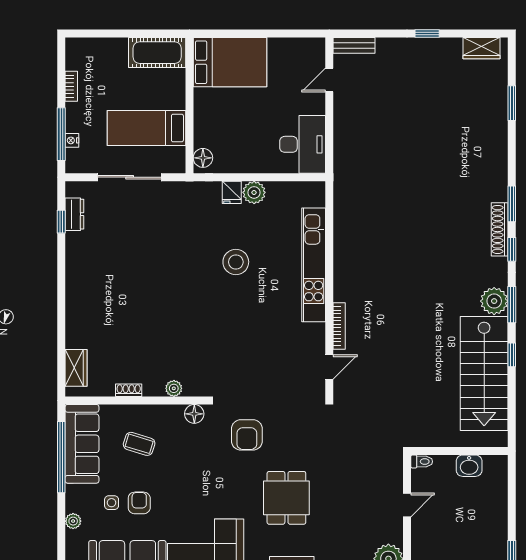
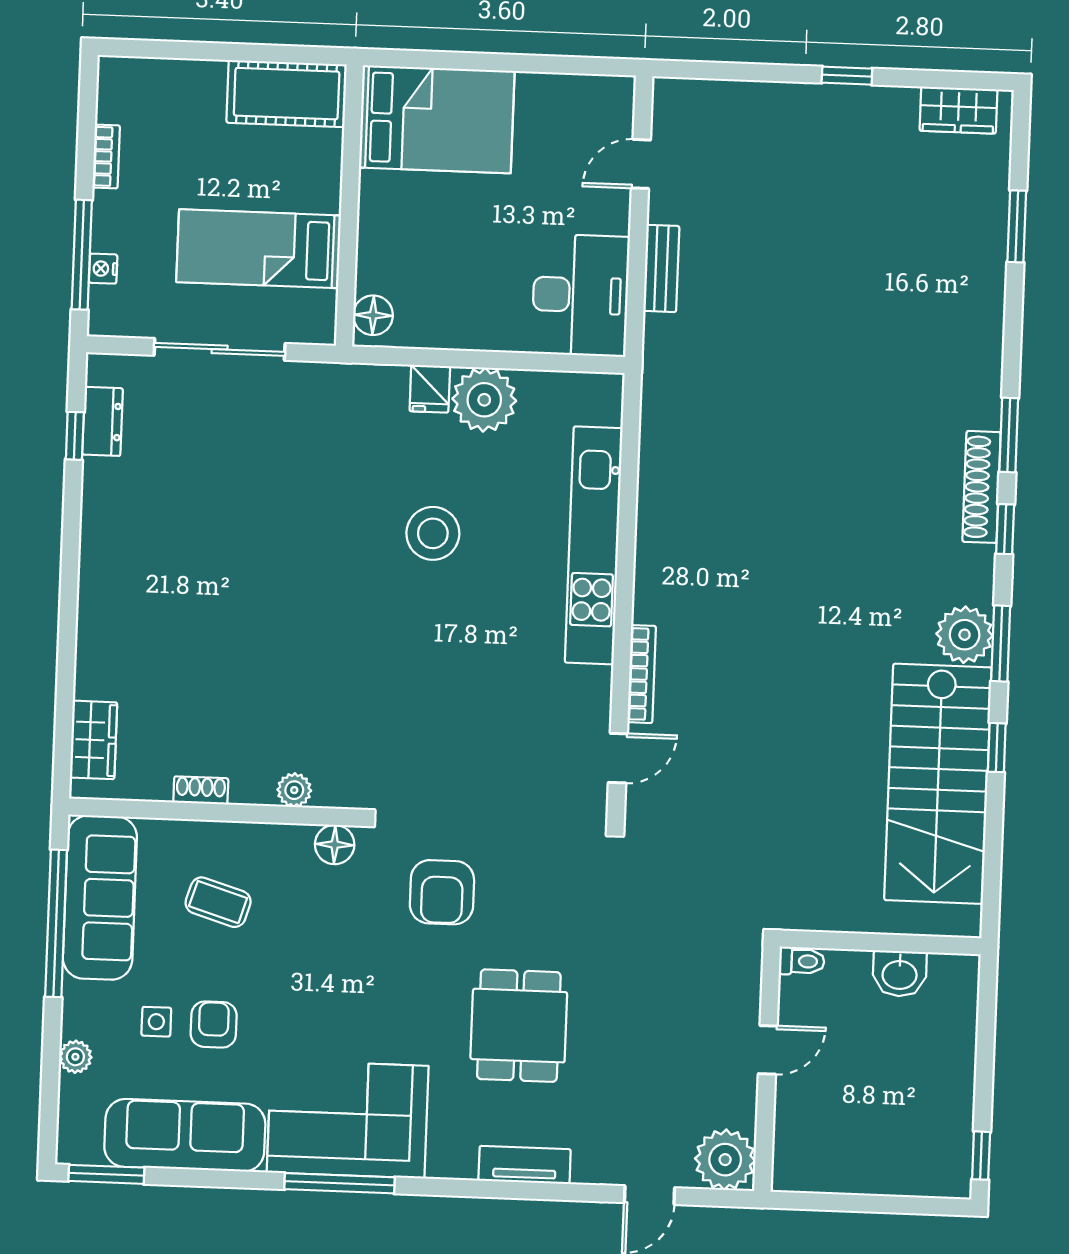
bench: (354, 45) -> (661, 268), moved, turned 90
plant: (254, 192) -> (484, 400), width x1.36, depth x1.36

